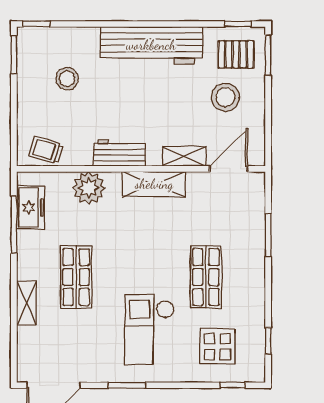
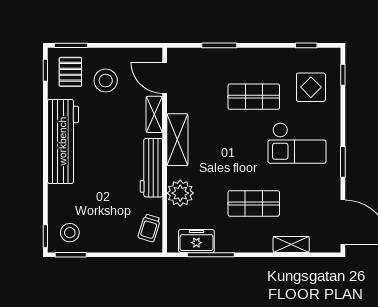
stool: (67, 79) -> (70, 233), moved
workbench: (120, 153) -> (151, 168), width x1.38
shelving: (26, 303) -> (291, 244), moved

